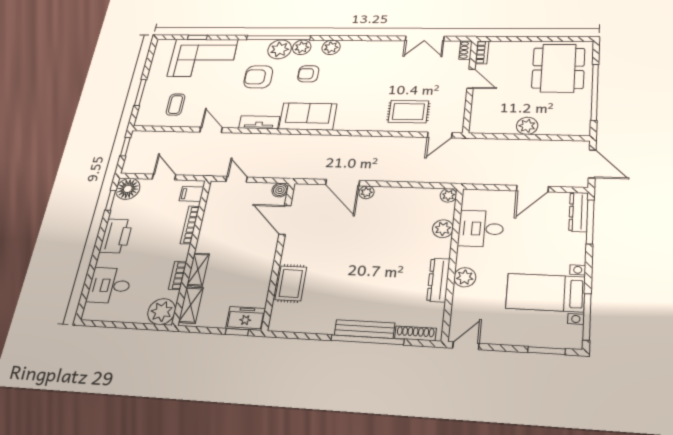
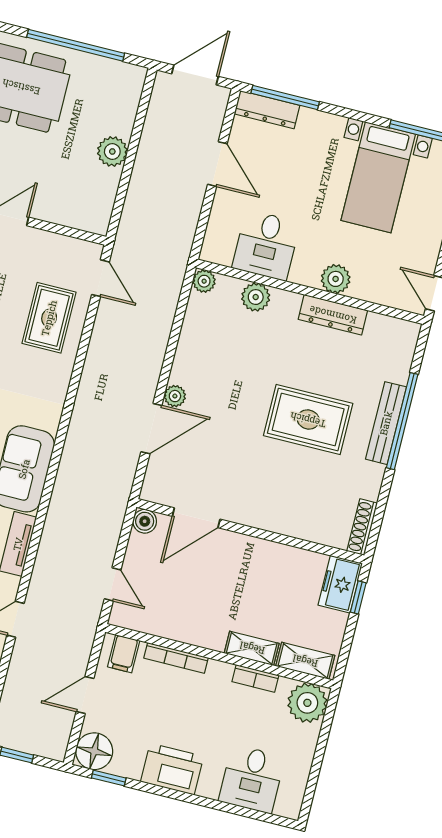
door: (237, 179) -> (113, 584), swing flipped
rug: (291, 283) -> (308, 420), moved, width x1.36, depth x1.43
shoe rack: (415, 333) -> (362, 527), moved

